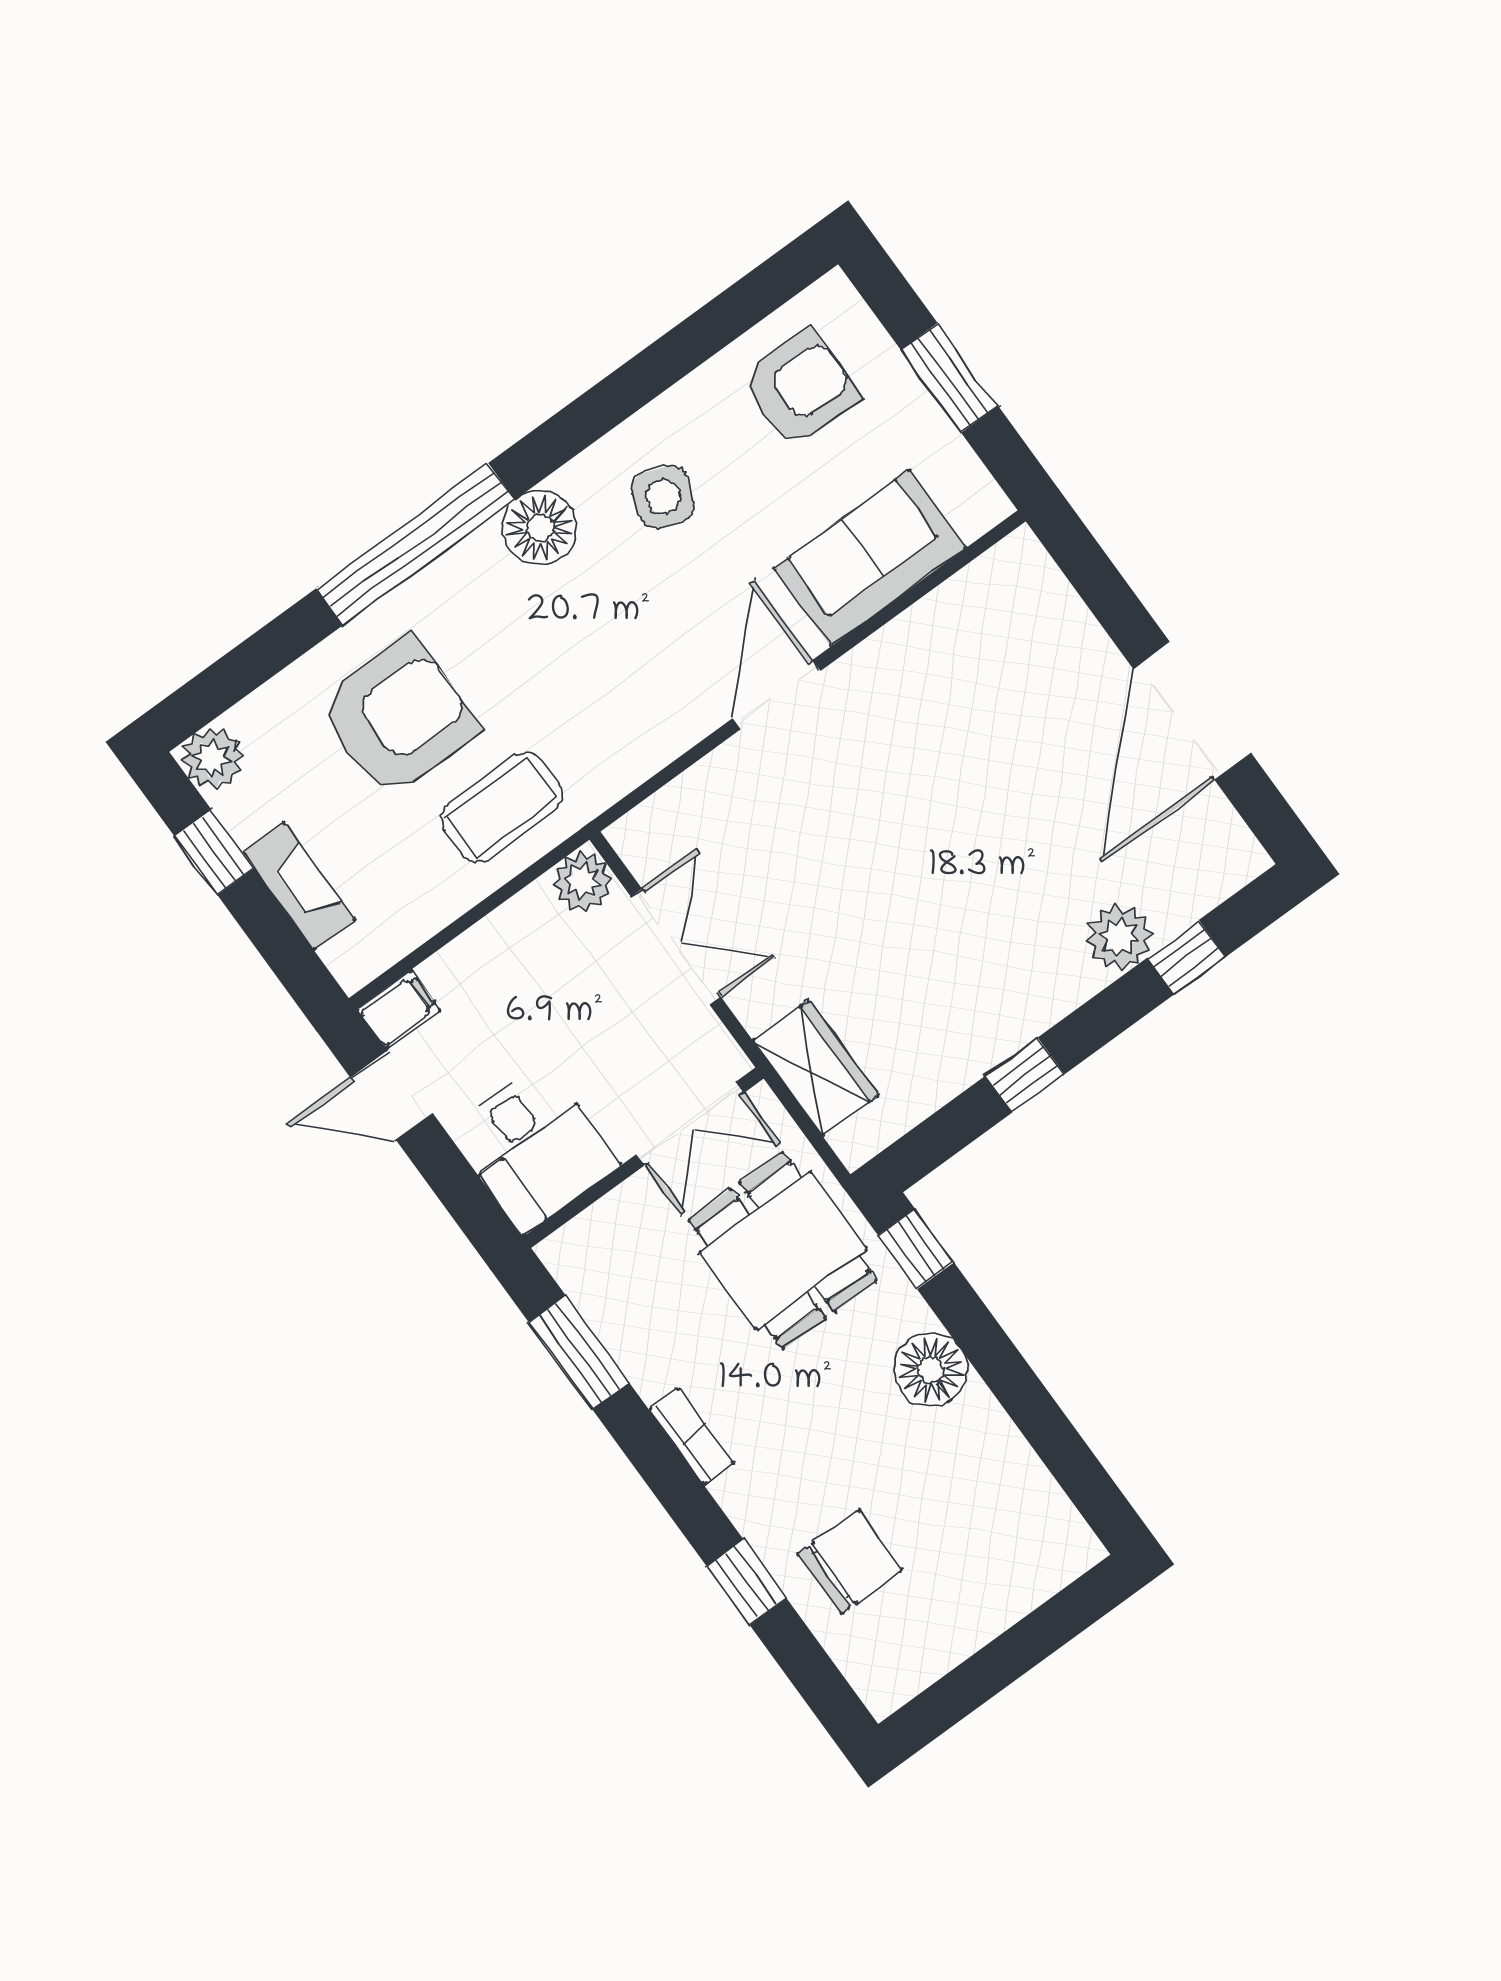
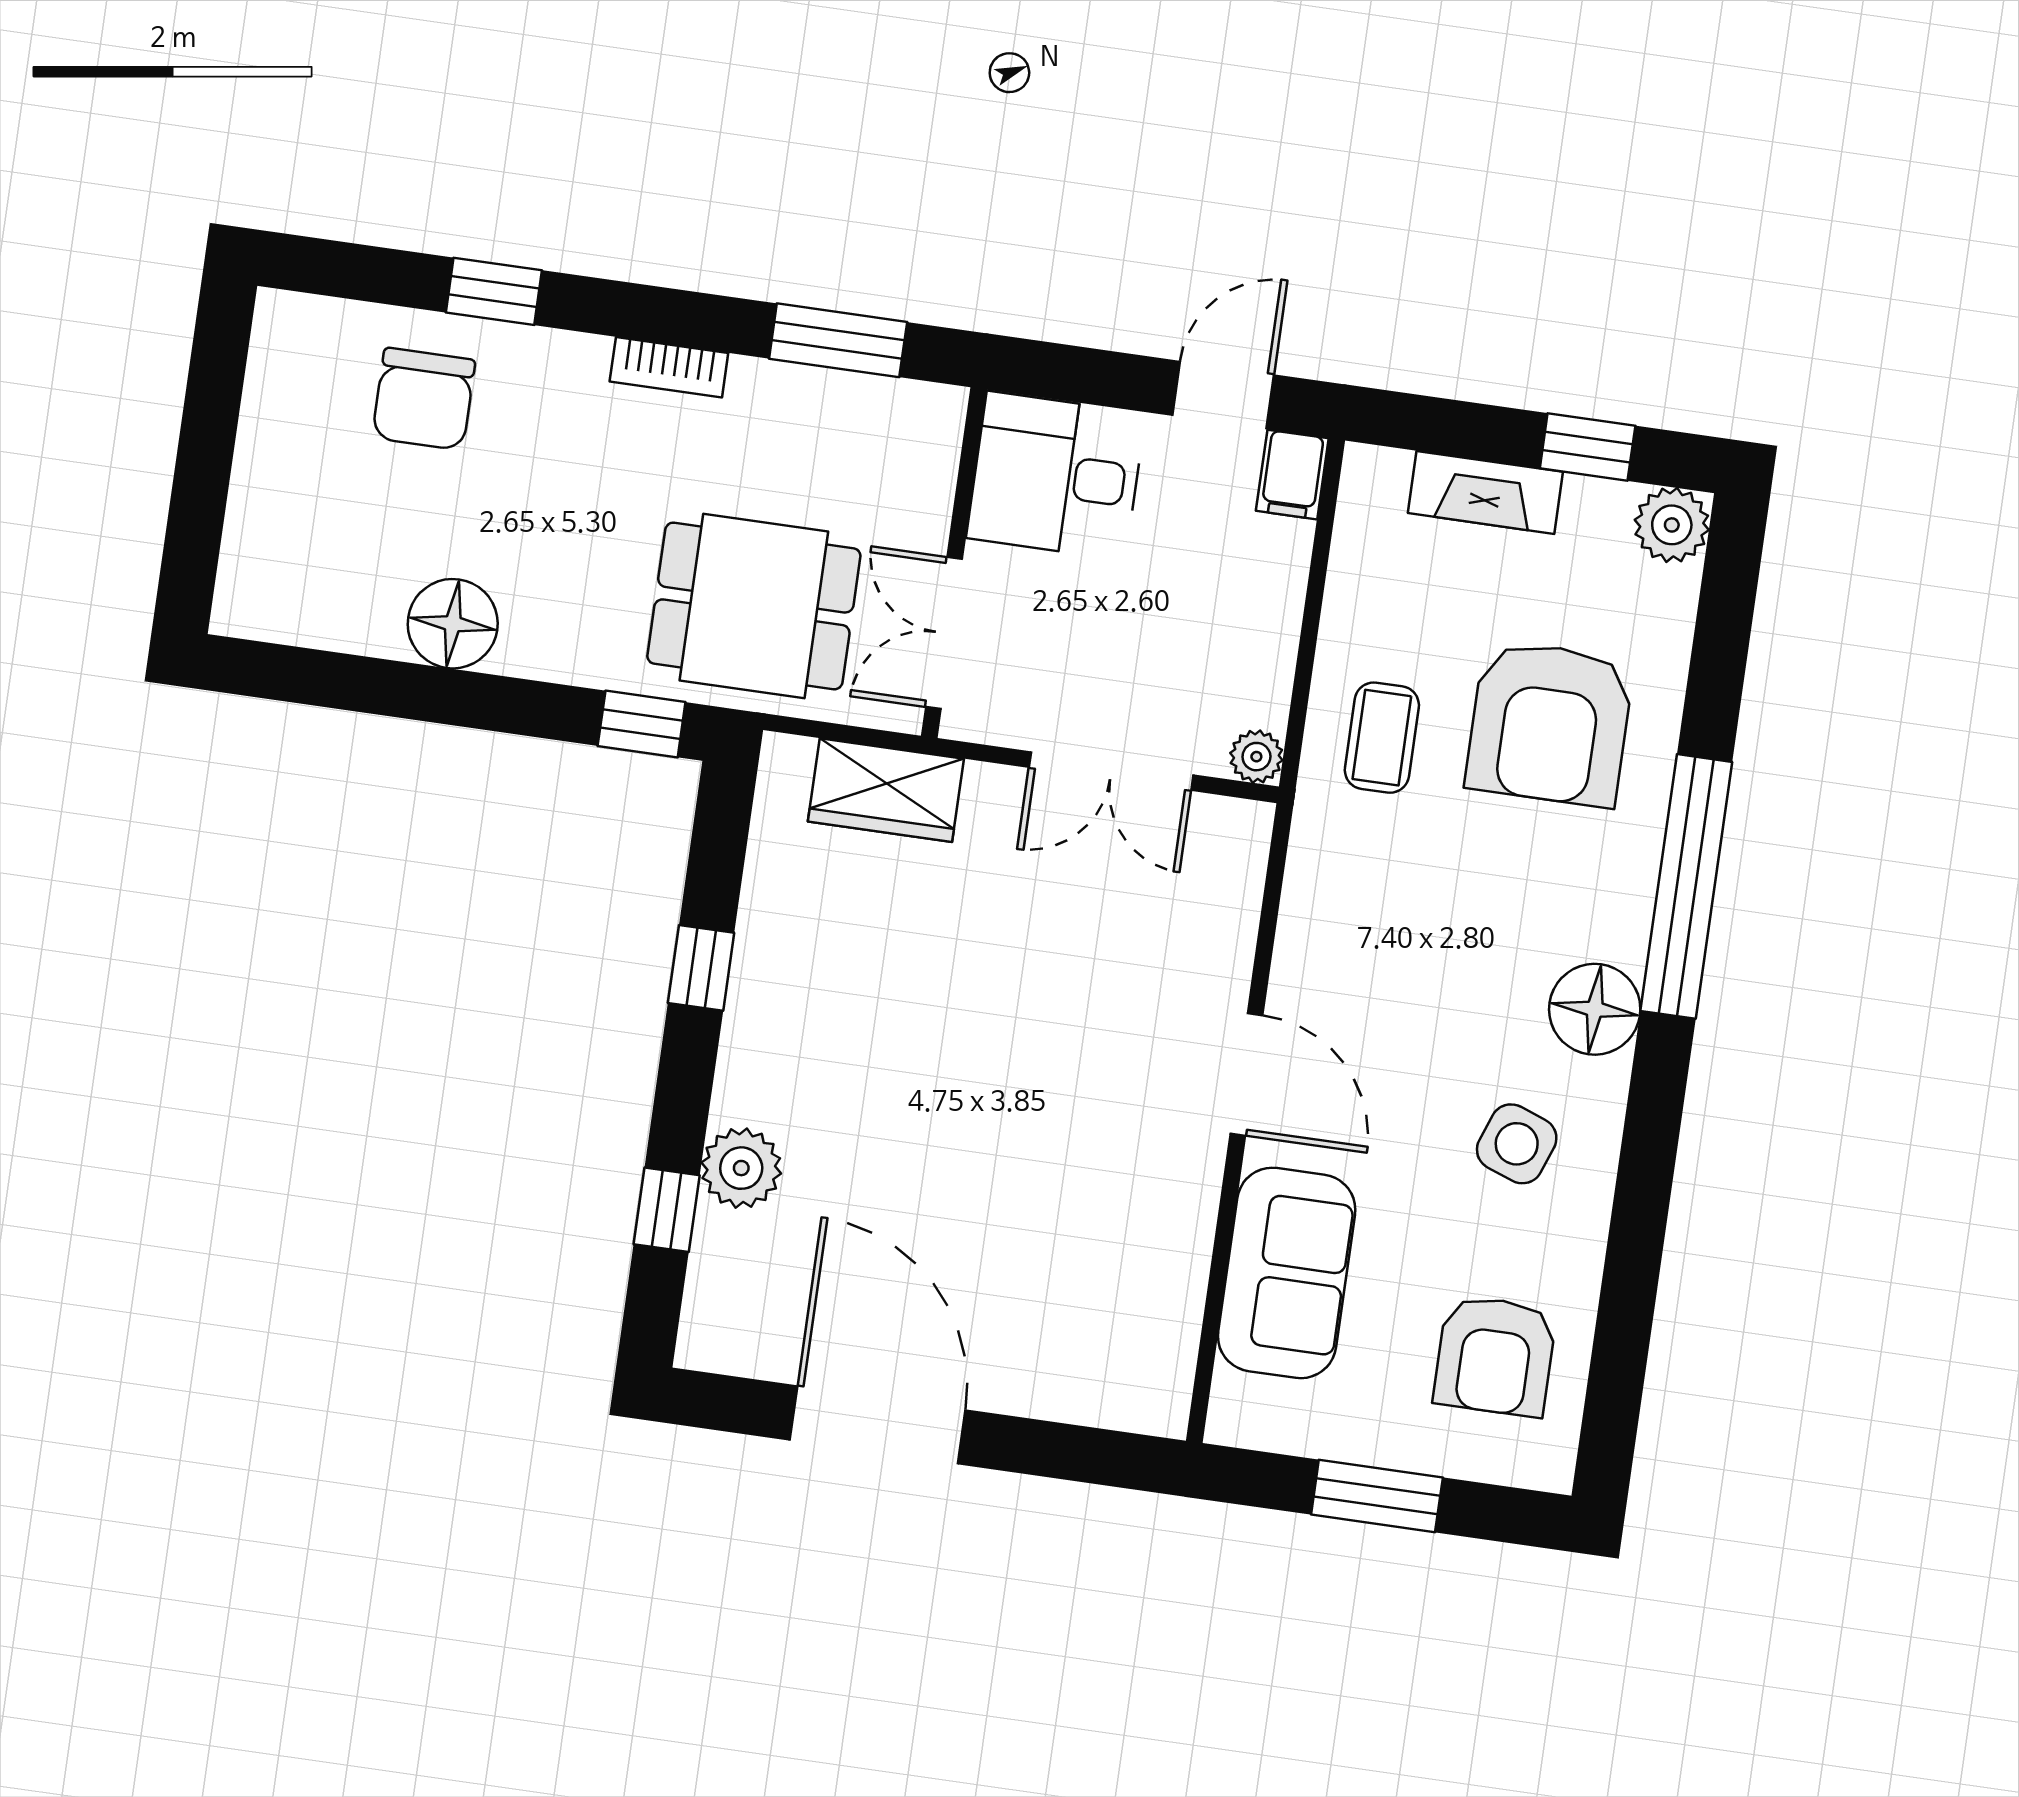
coffee table: (502, 807) -> (1382, 738), width x0.73, depth x0.77
plant: (583, 881) -> (1256, 757), width x0.73, depth x0.73
floor lamp: (930, 1370) -> (453, 624), moved

